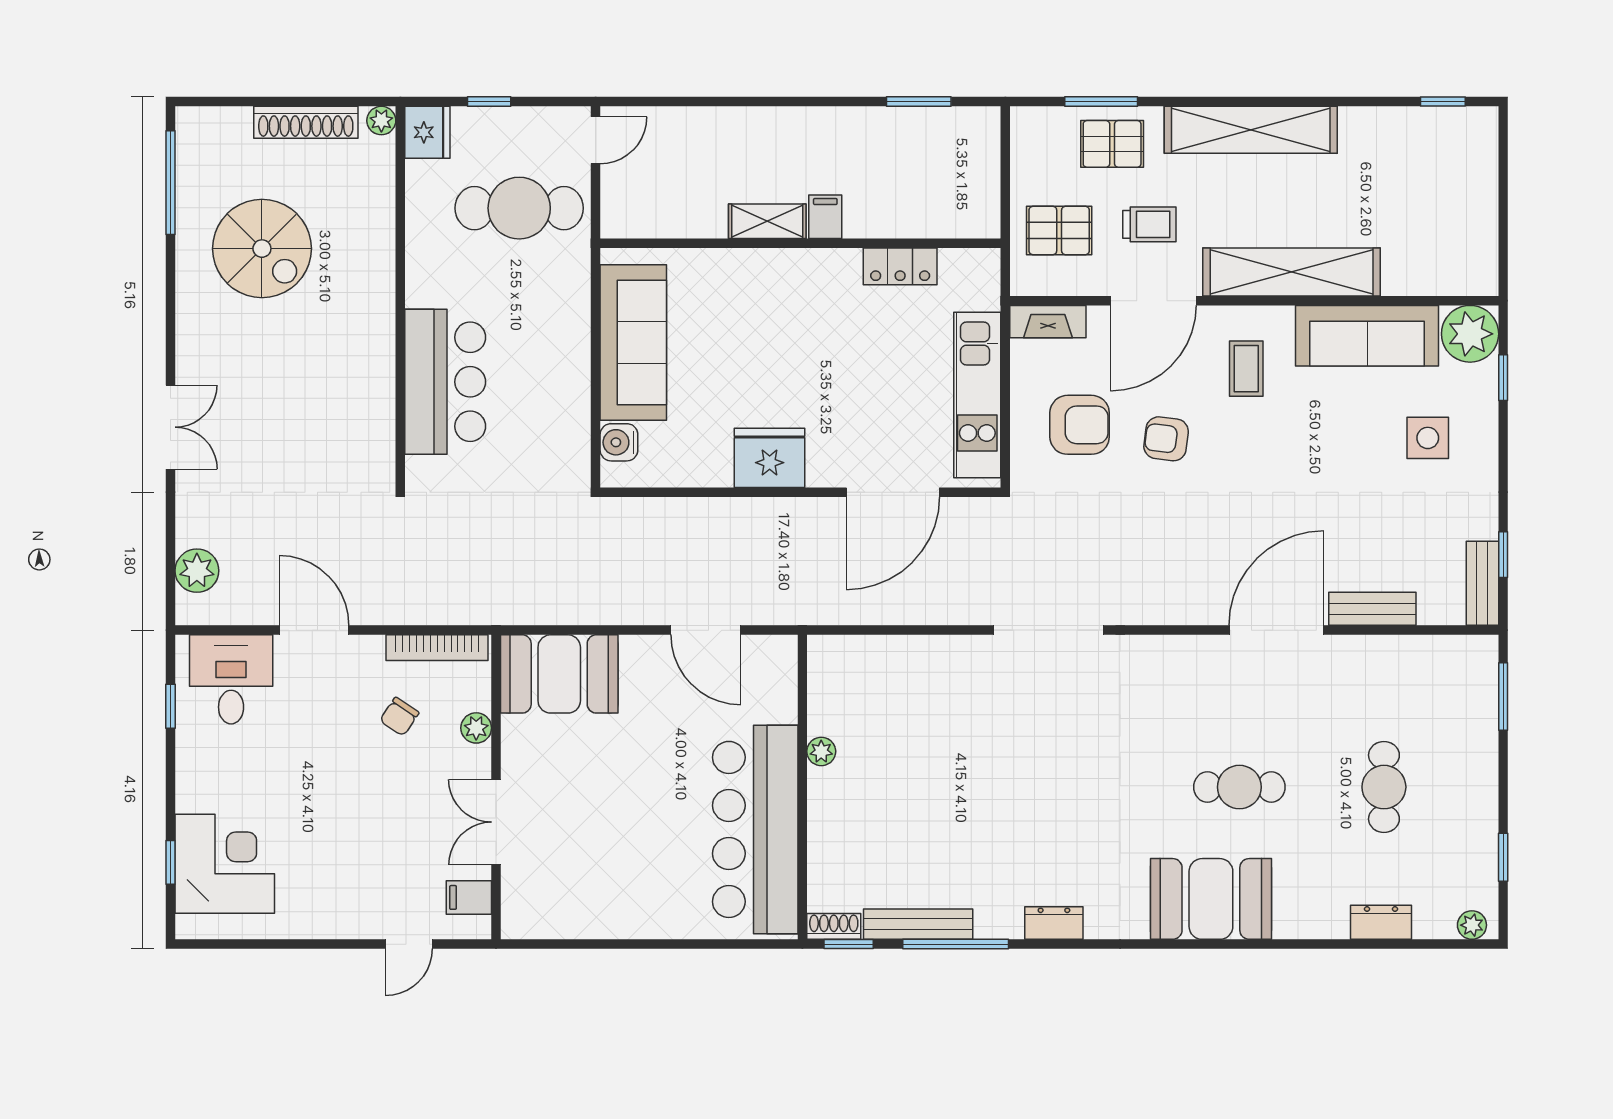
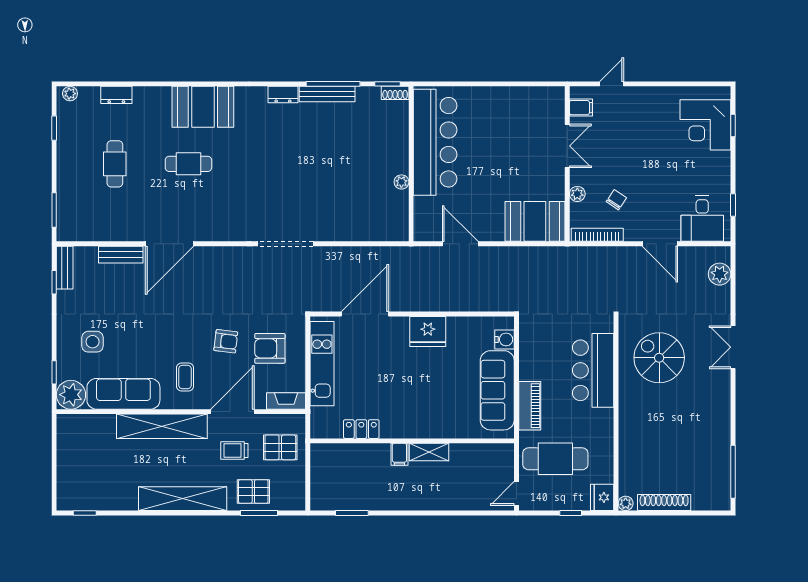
spiral stairs: (262, 249) -> (659, 358), moved
piano: (570, 312) -> (530, 406), added
bench: (918, 924) -> (327, 94), moved

